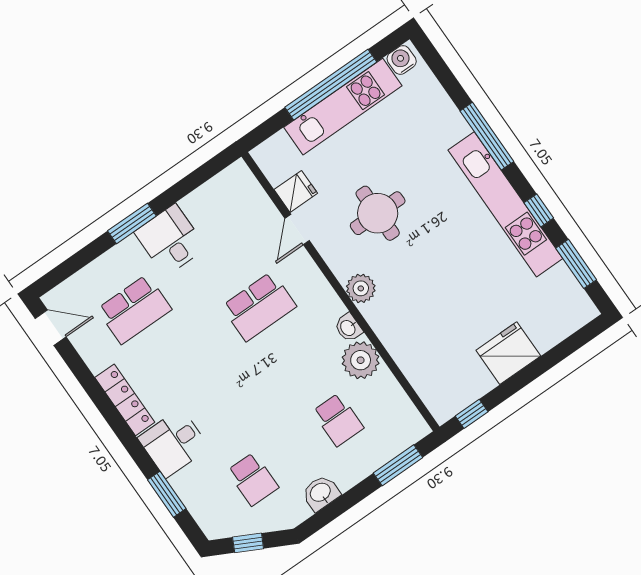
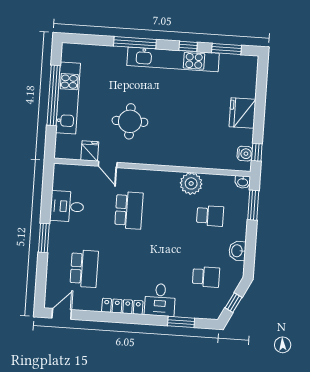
water cooler: (402, 60) -> (245, 154), moved, turned 180
desk: (170, 240) -> (67, 206), moved
plant: (361, 288) -> (158, 157), removed
washbasin: (348, 328) -> (243, 182), moved

